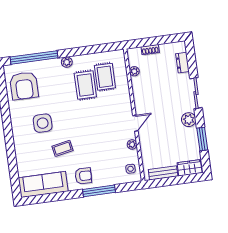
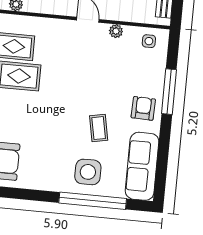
side table: (43, 123) -> (88, 172), moved
window: (11, 156) -> (93, 201), added

